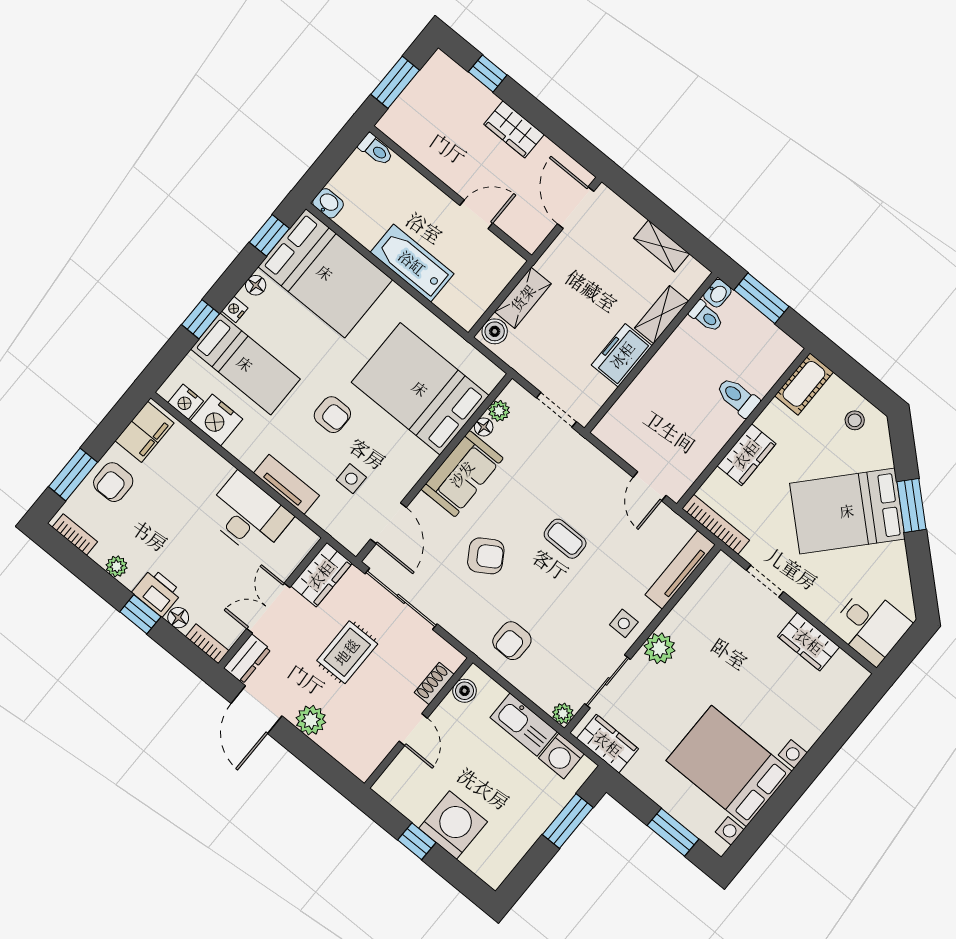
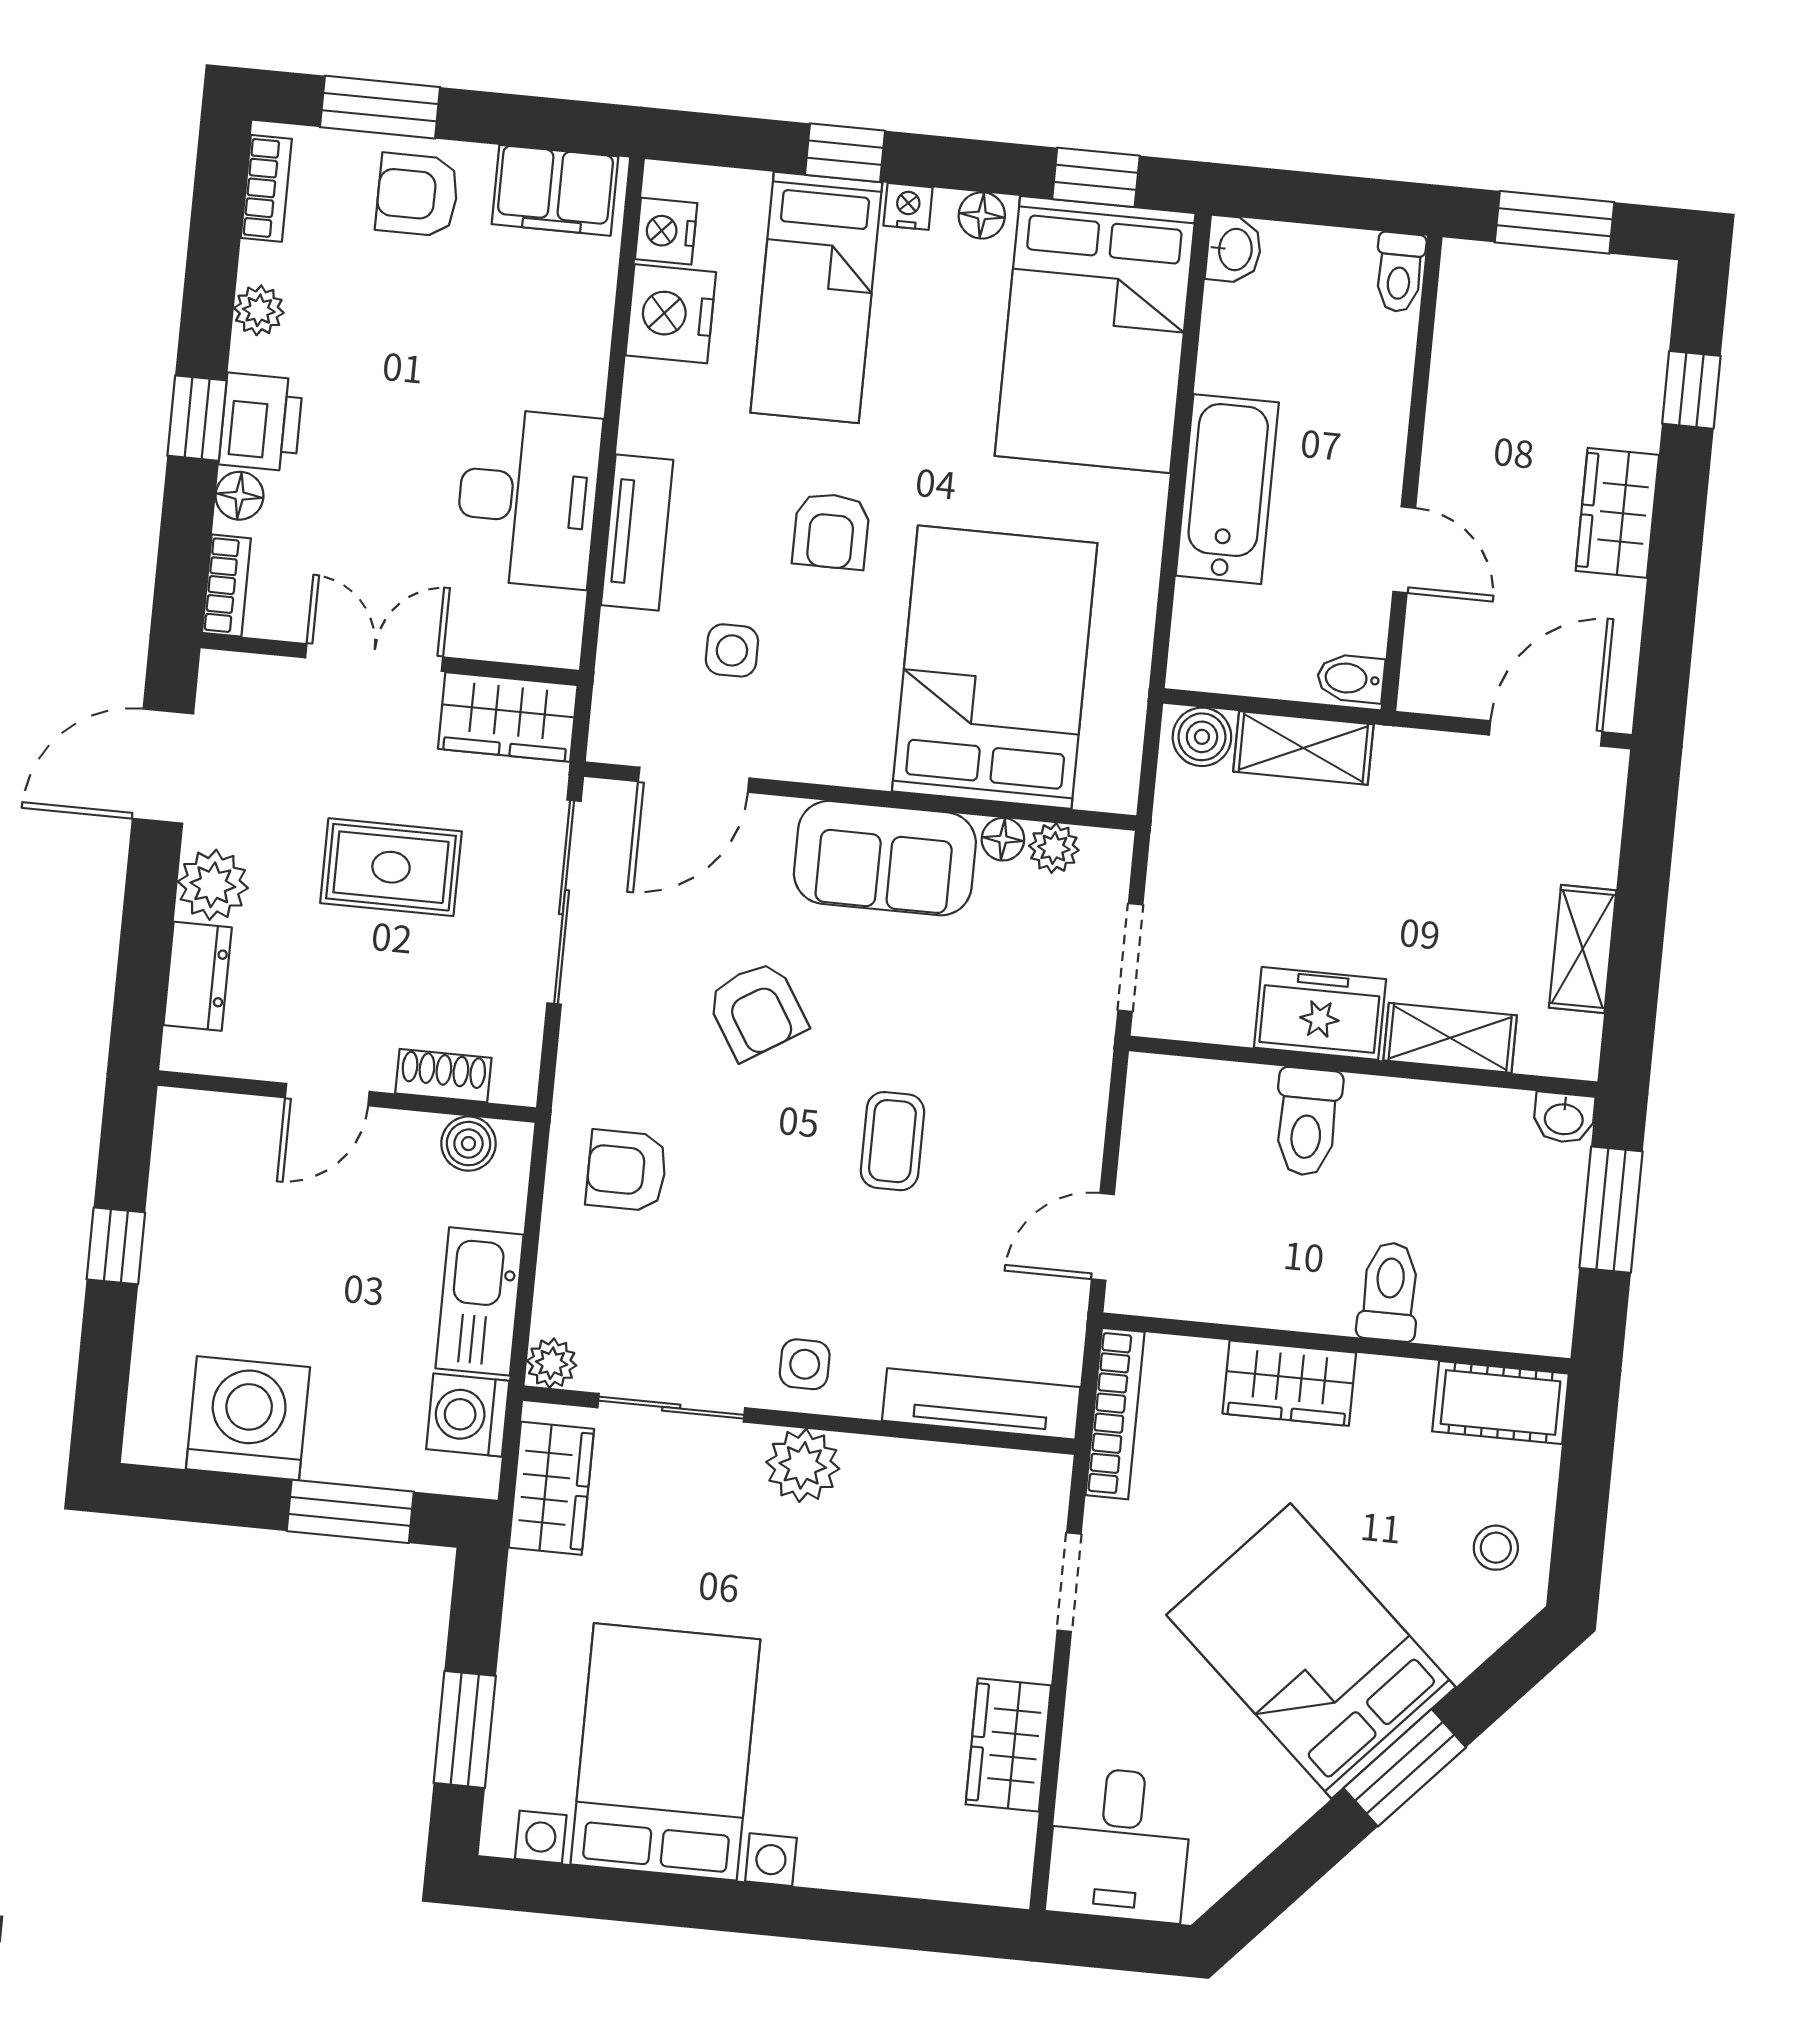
bidet: (509, 264) -> (1351, 678), added
toilet: (706, 316) -> (1307, 1122), moved, width x1.37, depth x1.39
dresser: (247, 659) -> (198, 976), moved, turned -90
washing machine: (453, 825) -> (248, 1418), moved, turned -90

